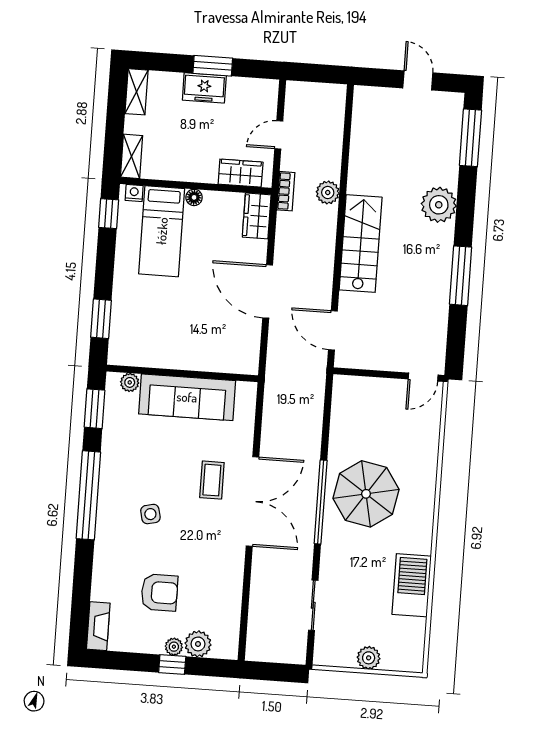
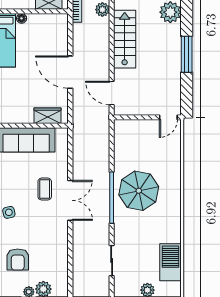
wardrobe: (257, 216) -> (48, 116), moved, turned 90
double door: (253, 502) -> (70, 200), width x0.73
barbecue: (412, 585) -> (170, 262), moved
armchair: (159, 592) -> (18, 260), turned 90

